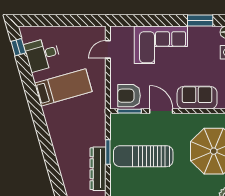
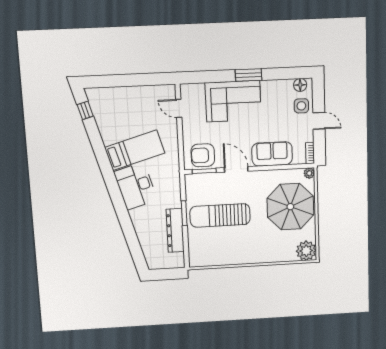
window: (200, 21) -> (249, 75), moved
door: (108, 49) -> (179, 108), hinge flipped
desk: (42, 54) -> (136, 186), moved, width x1.37

